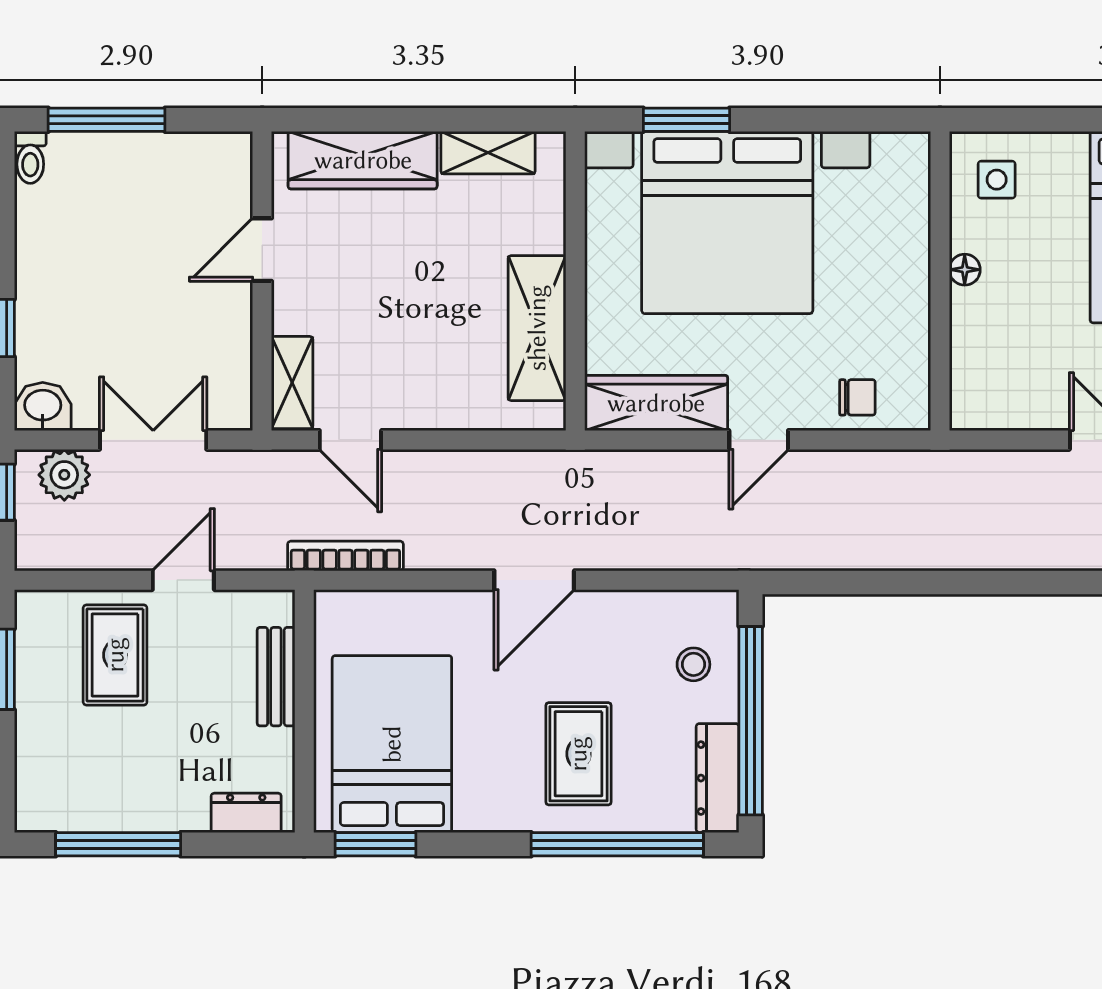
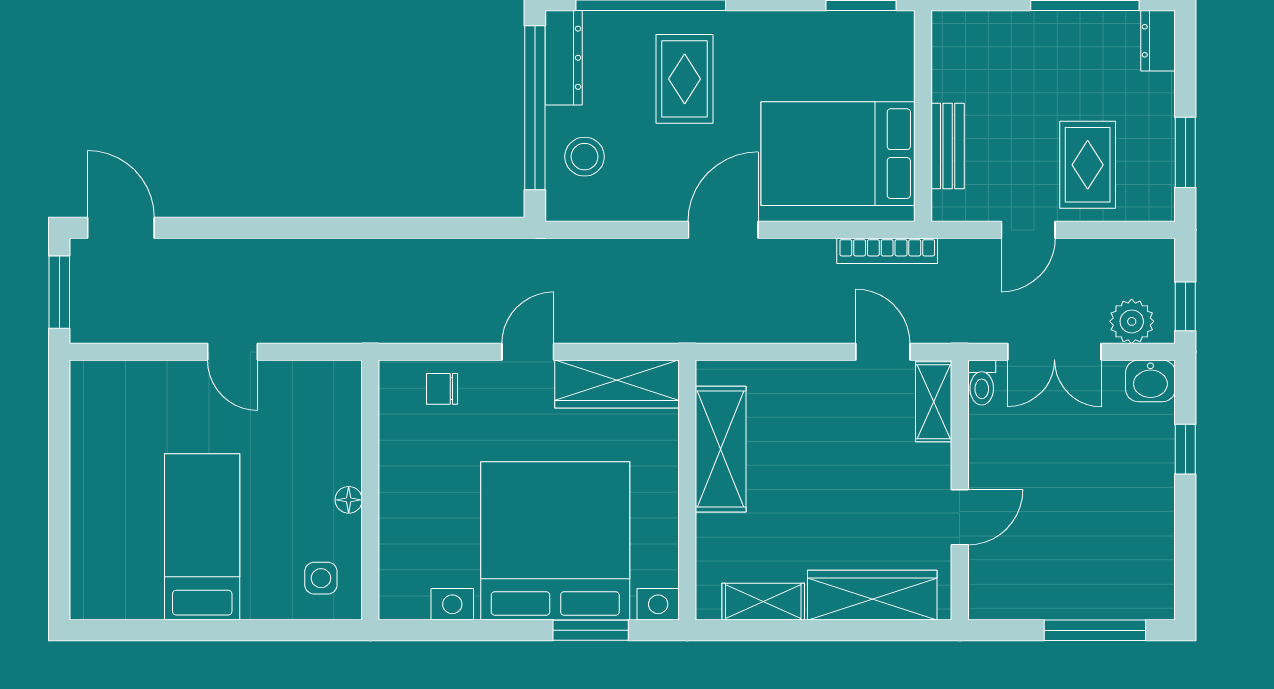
toilet: (30, 157) -> (982, 383), moved, turned 180
stool: (693, 664) -> (585, 157), width x1.37, depth x1.37
bed: (392, 744) -> (838, 154), moved, turned 90
dresser: (246, 813) -> (1158, 41), moved, turned 90

